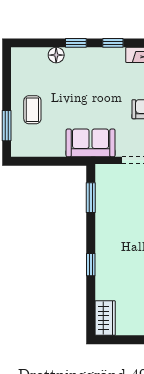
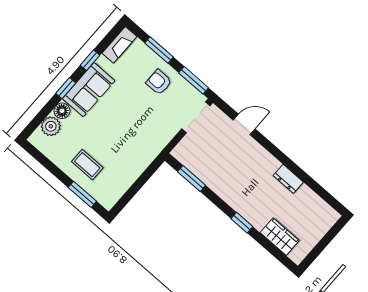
plant: (37, 57) -> (51, 126), added
sofa: (91, 143) -> (89, 90), moved, turned 180
wardrobe: (105, 318) -> (280, 237), moved

